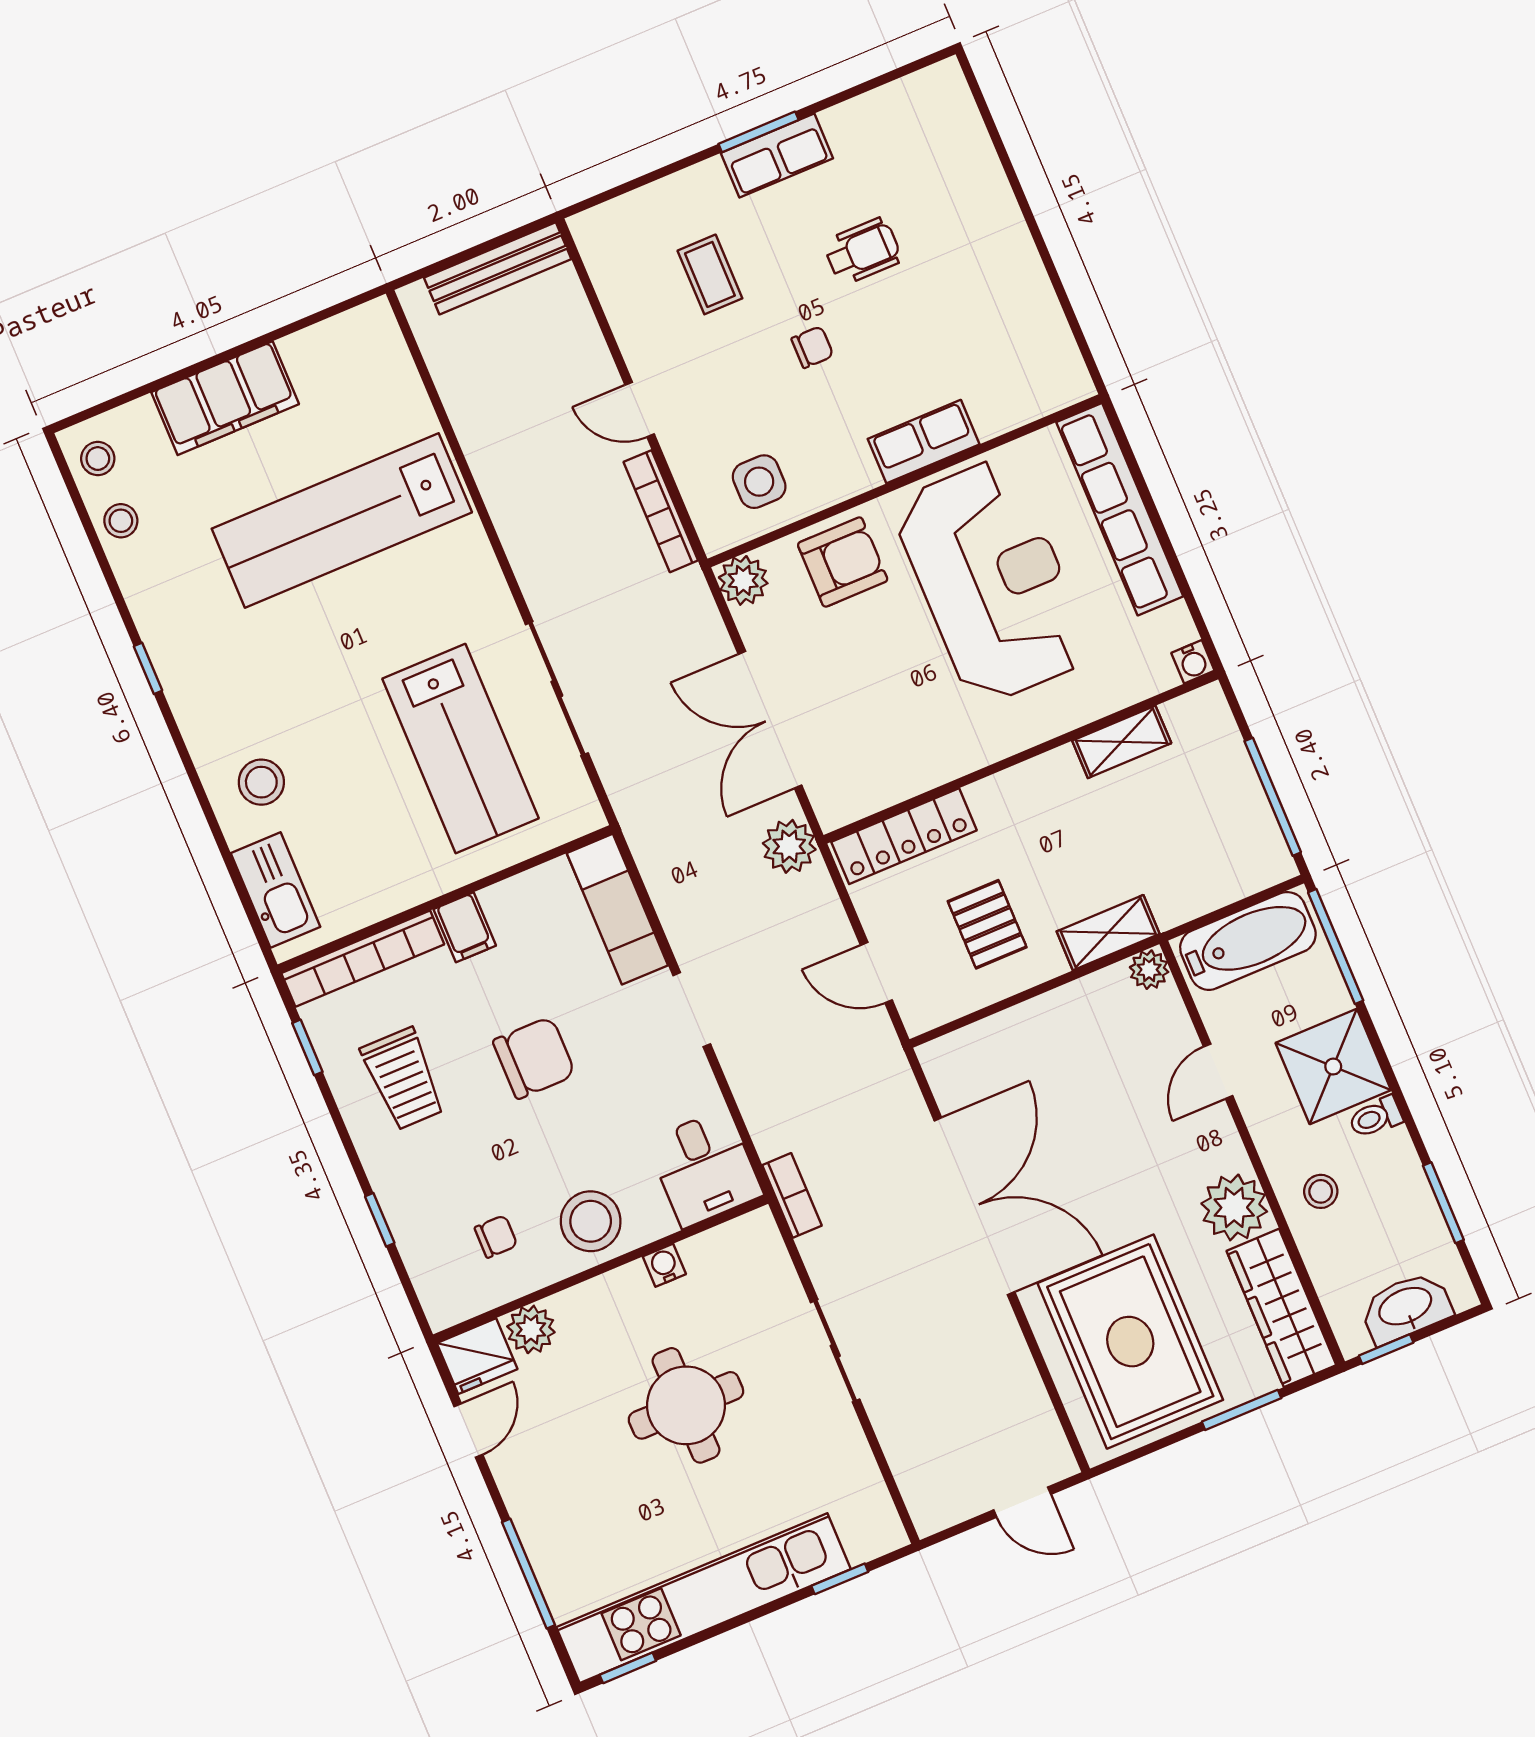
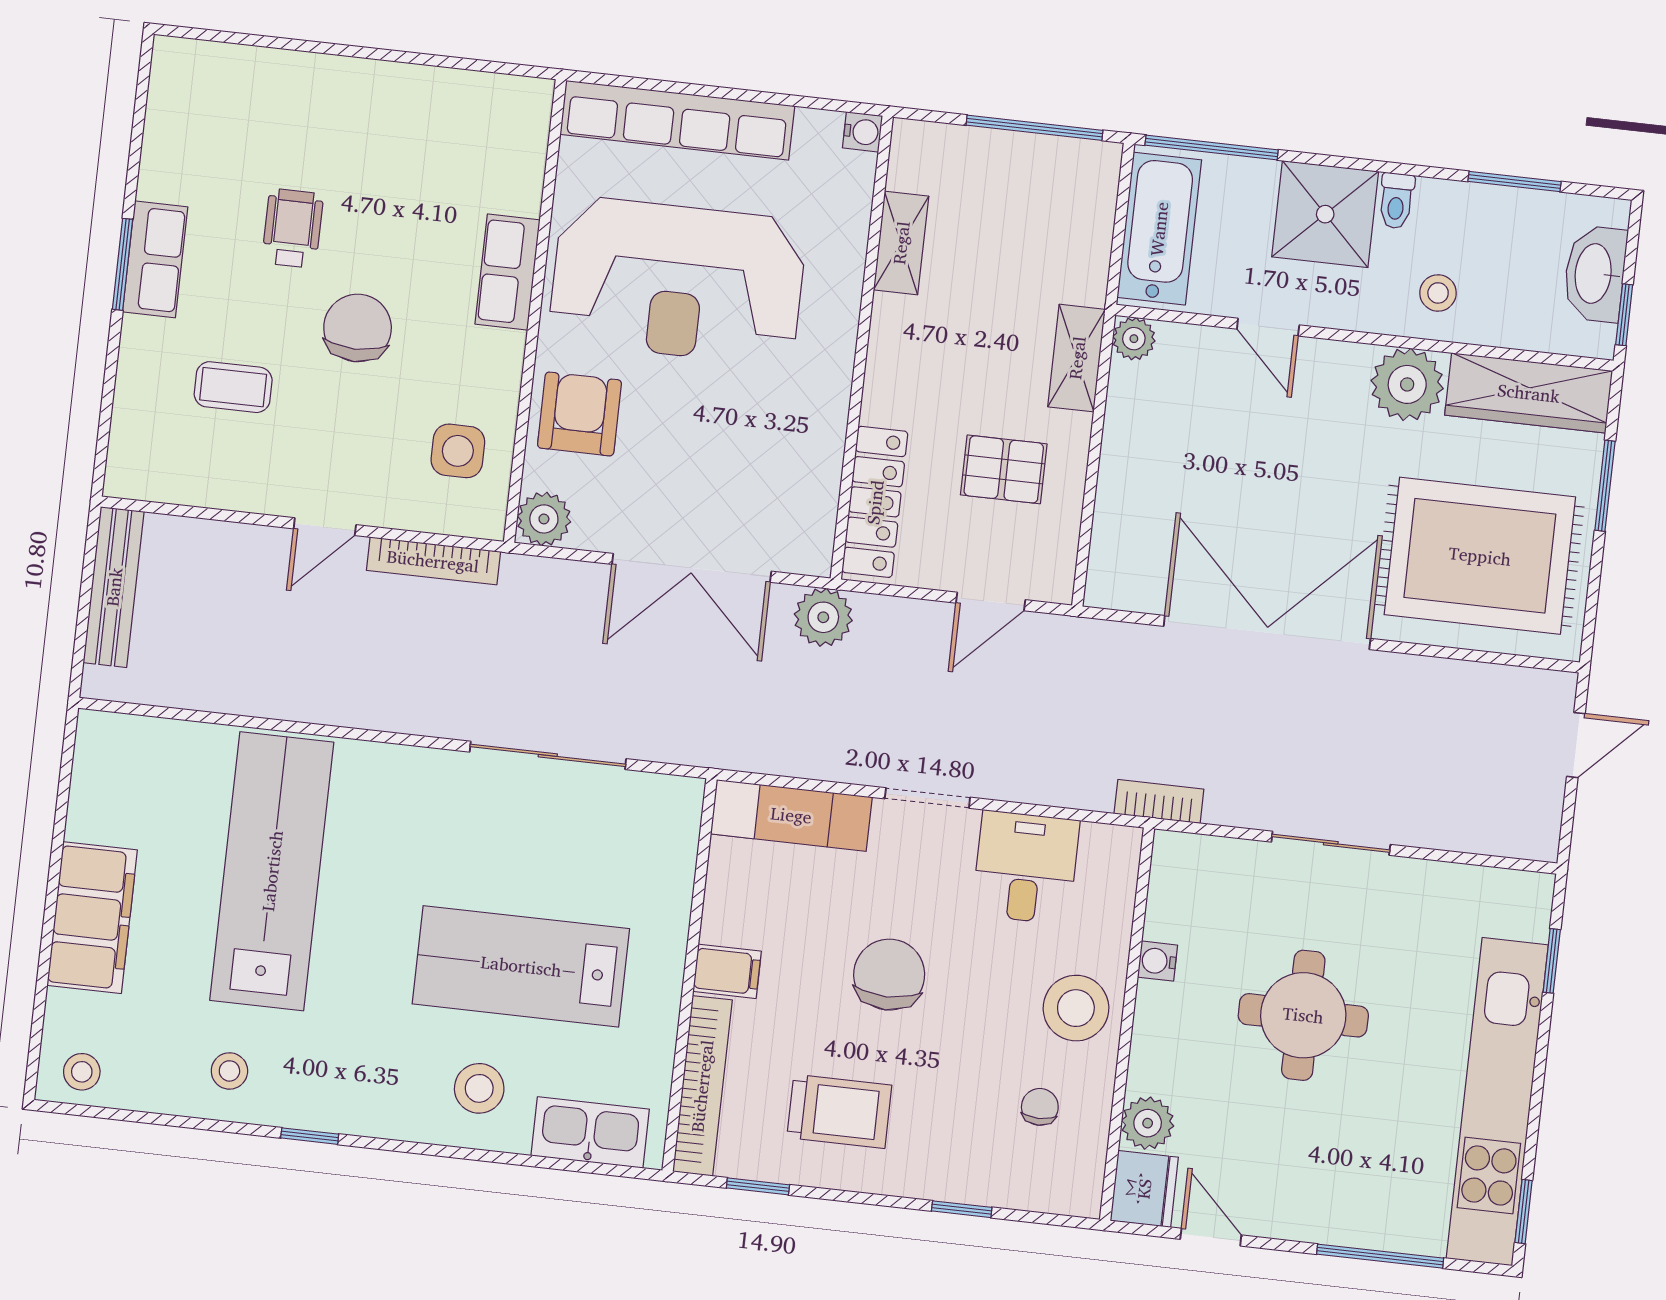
chair: (812, 347) -> (358, 328), width x1.87, depth x1.87
lab bench: (342, 520) -> (272, 871), turned 180
stool: (121, 521) -> (229, 1071), moved
reception desk: (992, 581) -> (678, 281), turned 180
lab bench: (461, 749) -> (521, 966), moved, turned 180
desk: (705, 1168) -> (1026, 867), moved, turned -90

